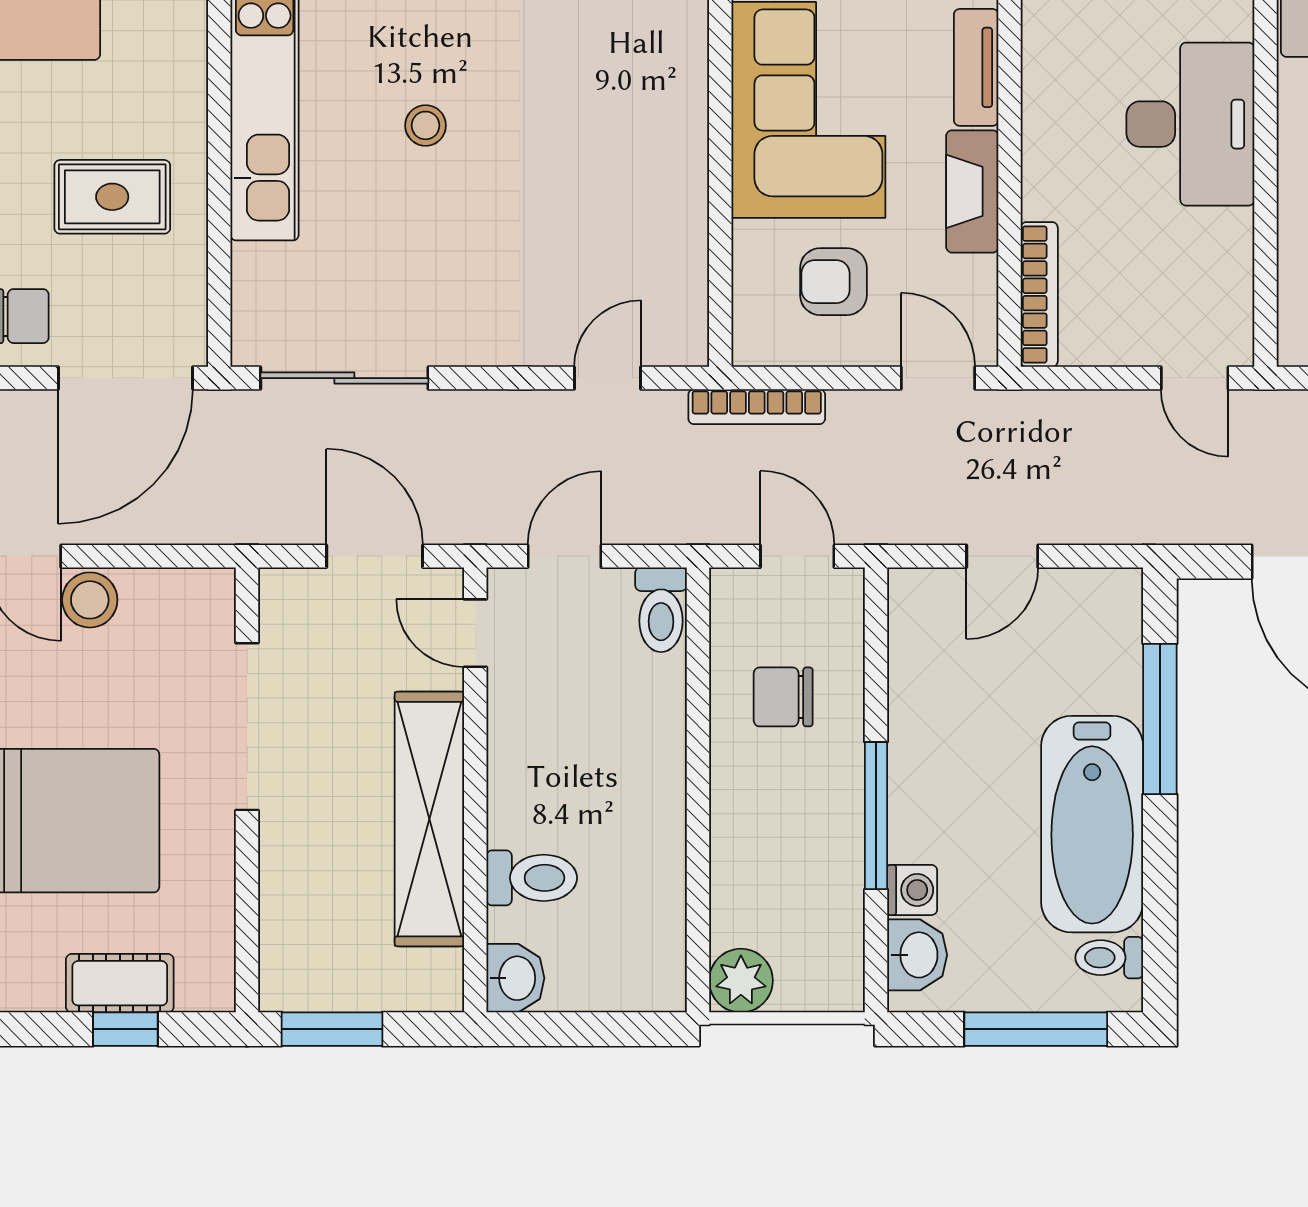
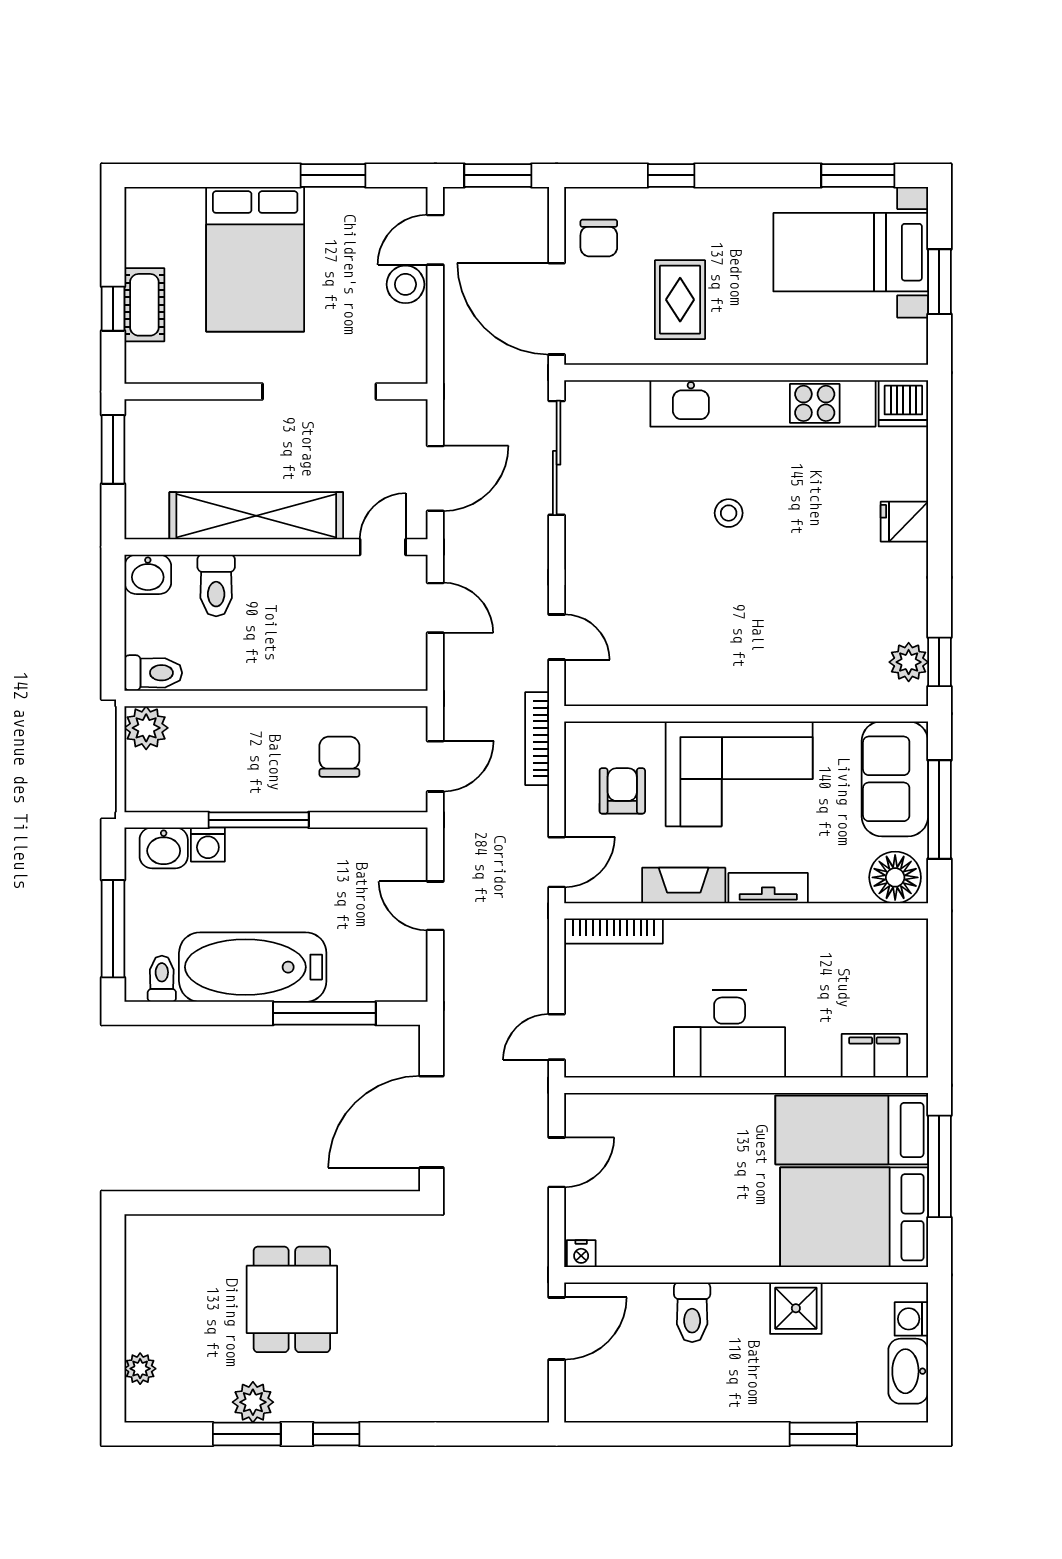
toilet: (661, 610) -> (153, 673), moved, turned 180

